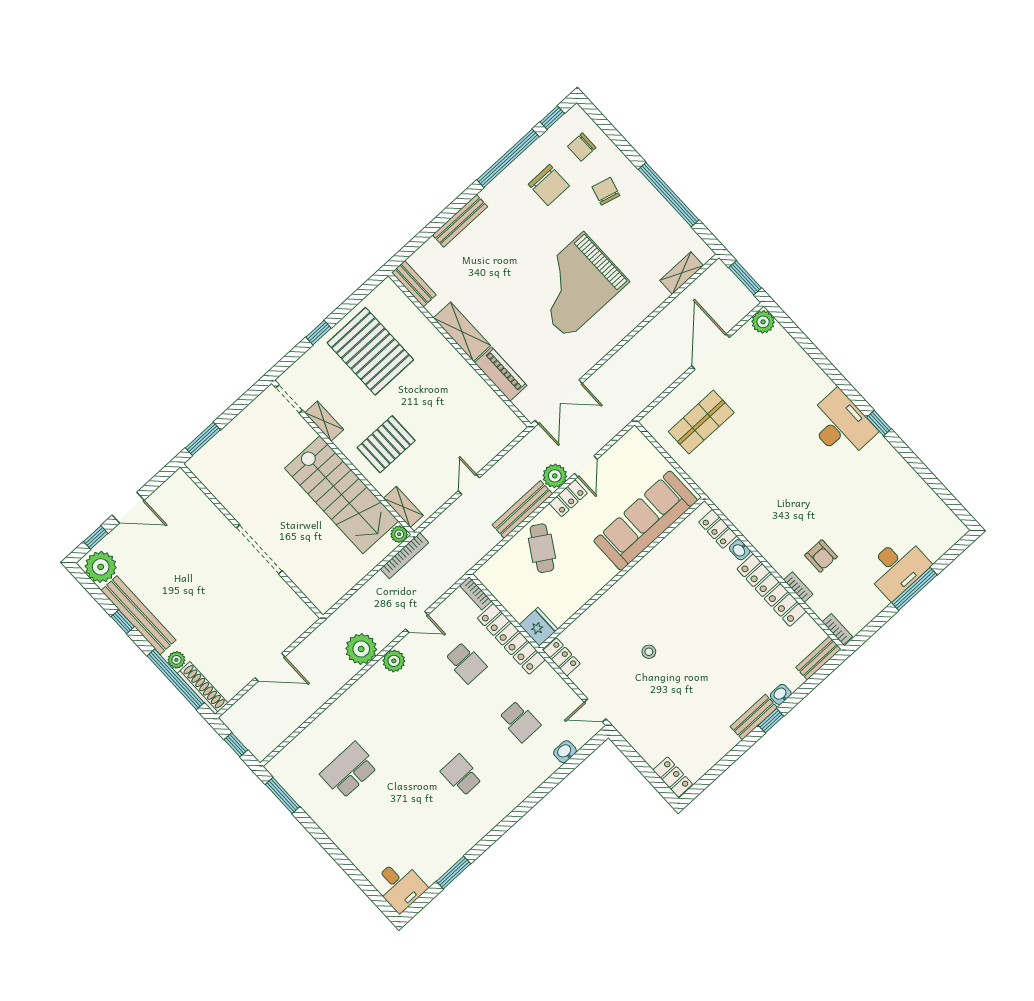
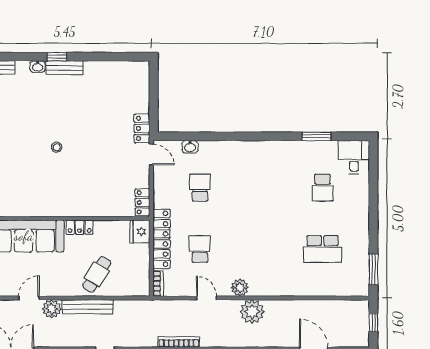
locker: (568, 498) -> (80, 227), moved, turned 180
stool: (649, 652) -> (57, 147), moved
school desk: (461, 775) -> (323, 188), moved
locker: (673, 777) -> (142, 128), moved

